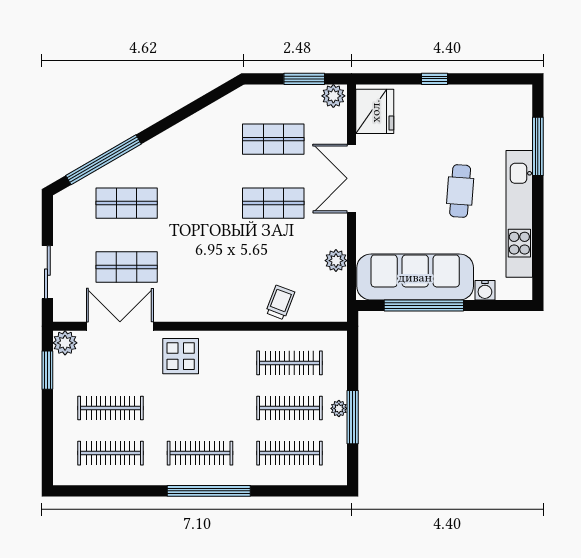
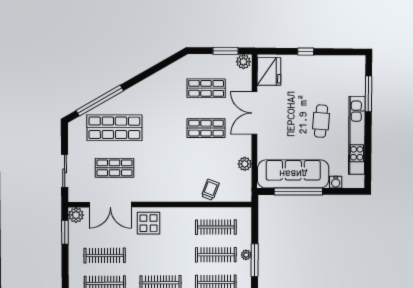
shop shelf: (127, 203) -> (114, 128), width x1.43, depth x1.36
double door: (120, 326) -> (110, 205), swing flipped

